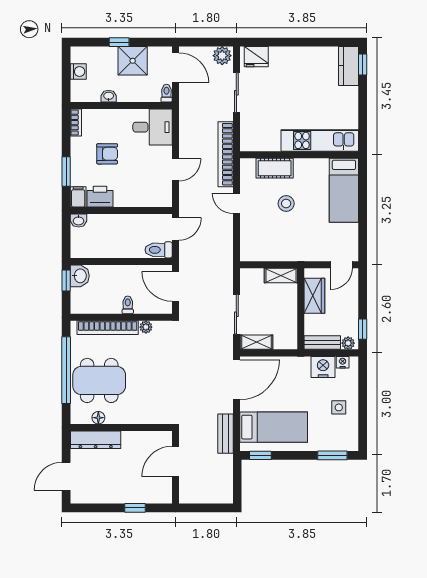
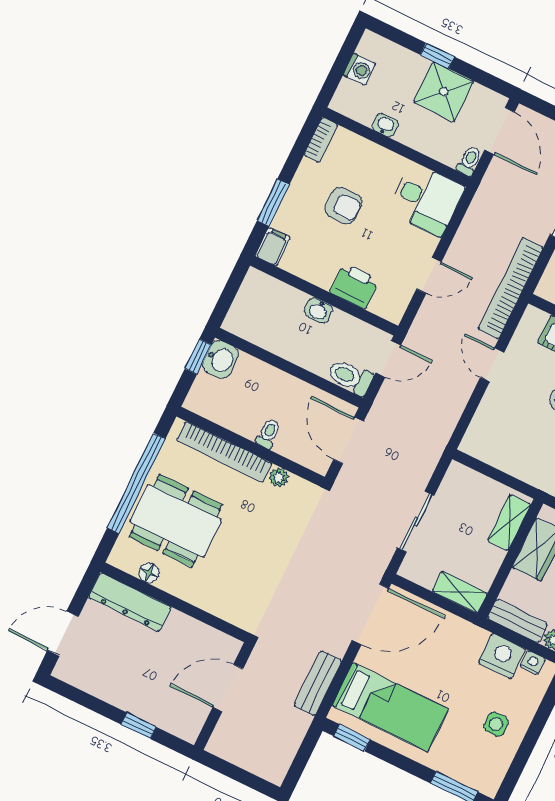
printer: (100, 197) -> (354, 286), moved
washbasin: (79, 221) -> (319, 310), moved
shelving: (281, 276) -> (509, 523), moved, turned 90
shelving: (256, 342) -> (460, 592), moved

